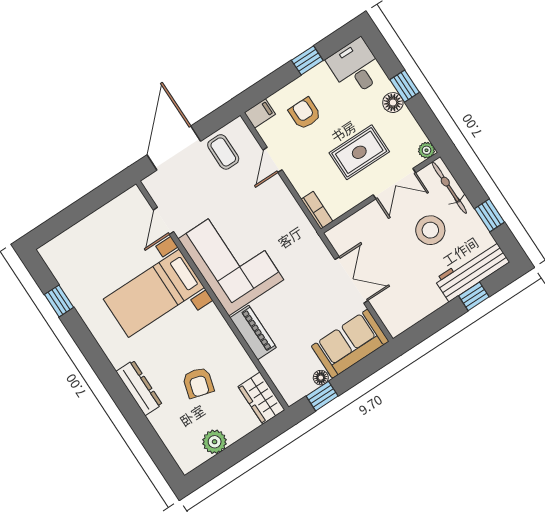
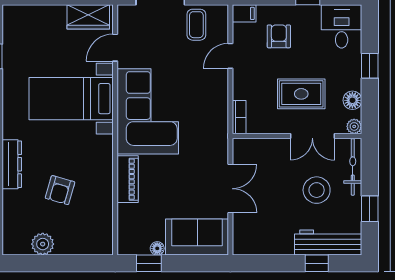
floor lamp: (393, 103) -> (352, 100), moved
wardrobe: (261, 398) -> (88, 17), moved, turned -90

